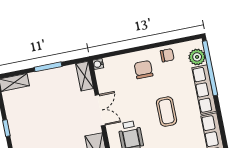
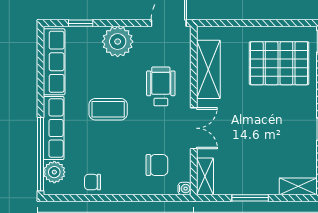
chair: (143, 70) -> (157, 165), moved, turned -90
double door: (100, 110) -> (194, 128), swing flipped
coffee table: (167, 112) -> (108, 109), turned 90

